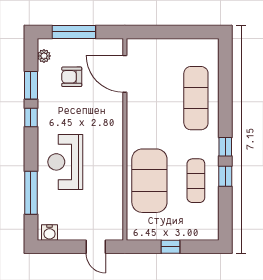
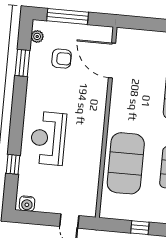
armchair: (72, 77) -> (62, 59), turned 180
window: (31, 118) -> (20, 93), removed
window: (31, 193) -> (13, 164), width x0.46

